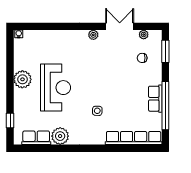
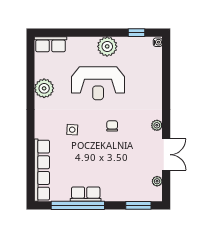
chair: (142, 58) -> (112, 126), moved
window: (10, 121) -> (137, 33), moved
row of seats: (36, 138) -> (51, 44), moved, turned 90

